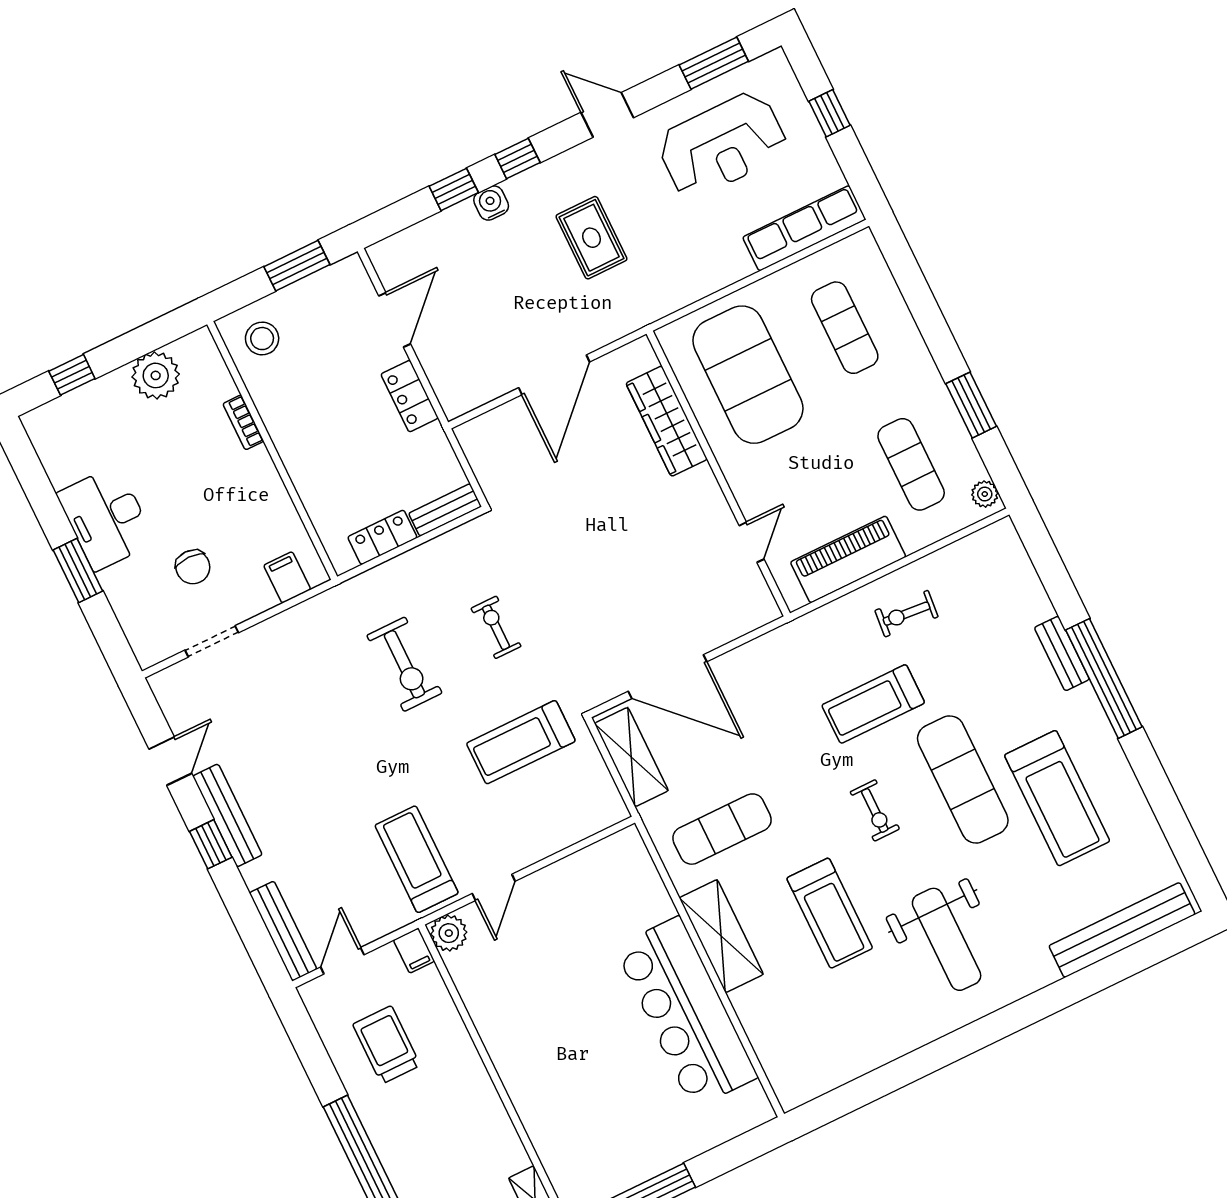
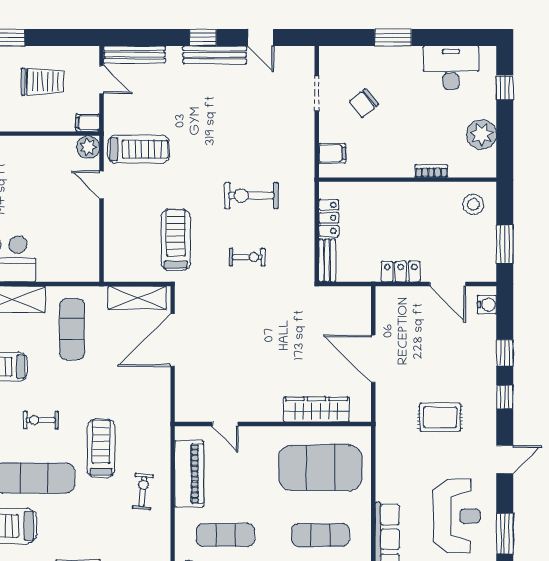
reception desk: (722, 145) -> (456, 516), turned 180
water cooler: (491, 203) -> (487, 305), moved
desk: (106, 518) -> (451, 68), moved
chair: (193, 567) -> (364, 103), turned -39

